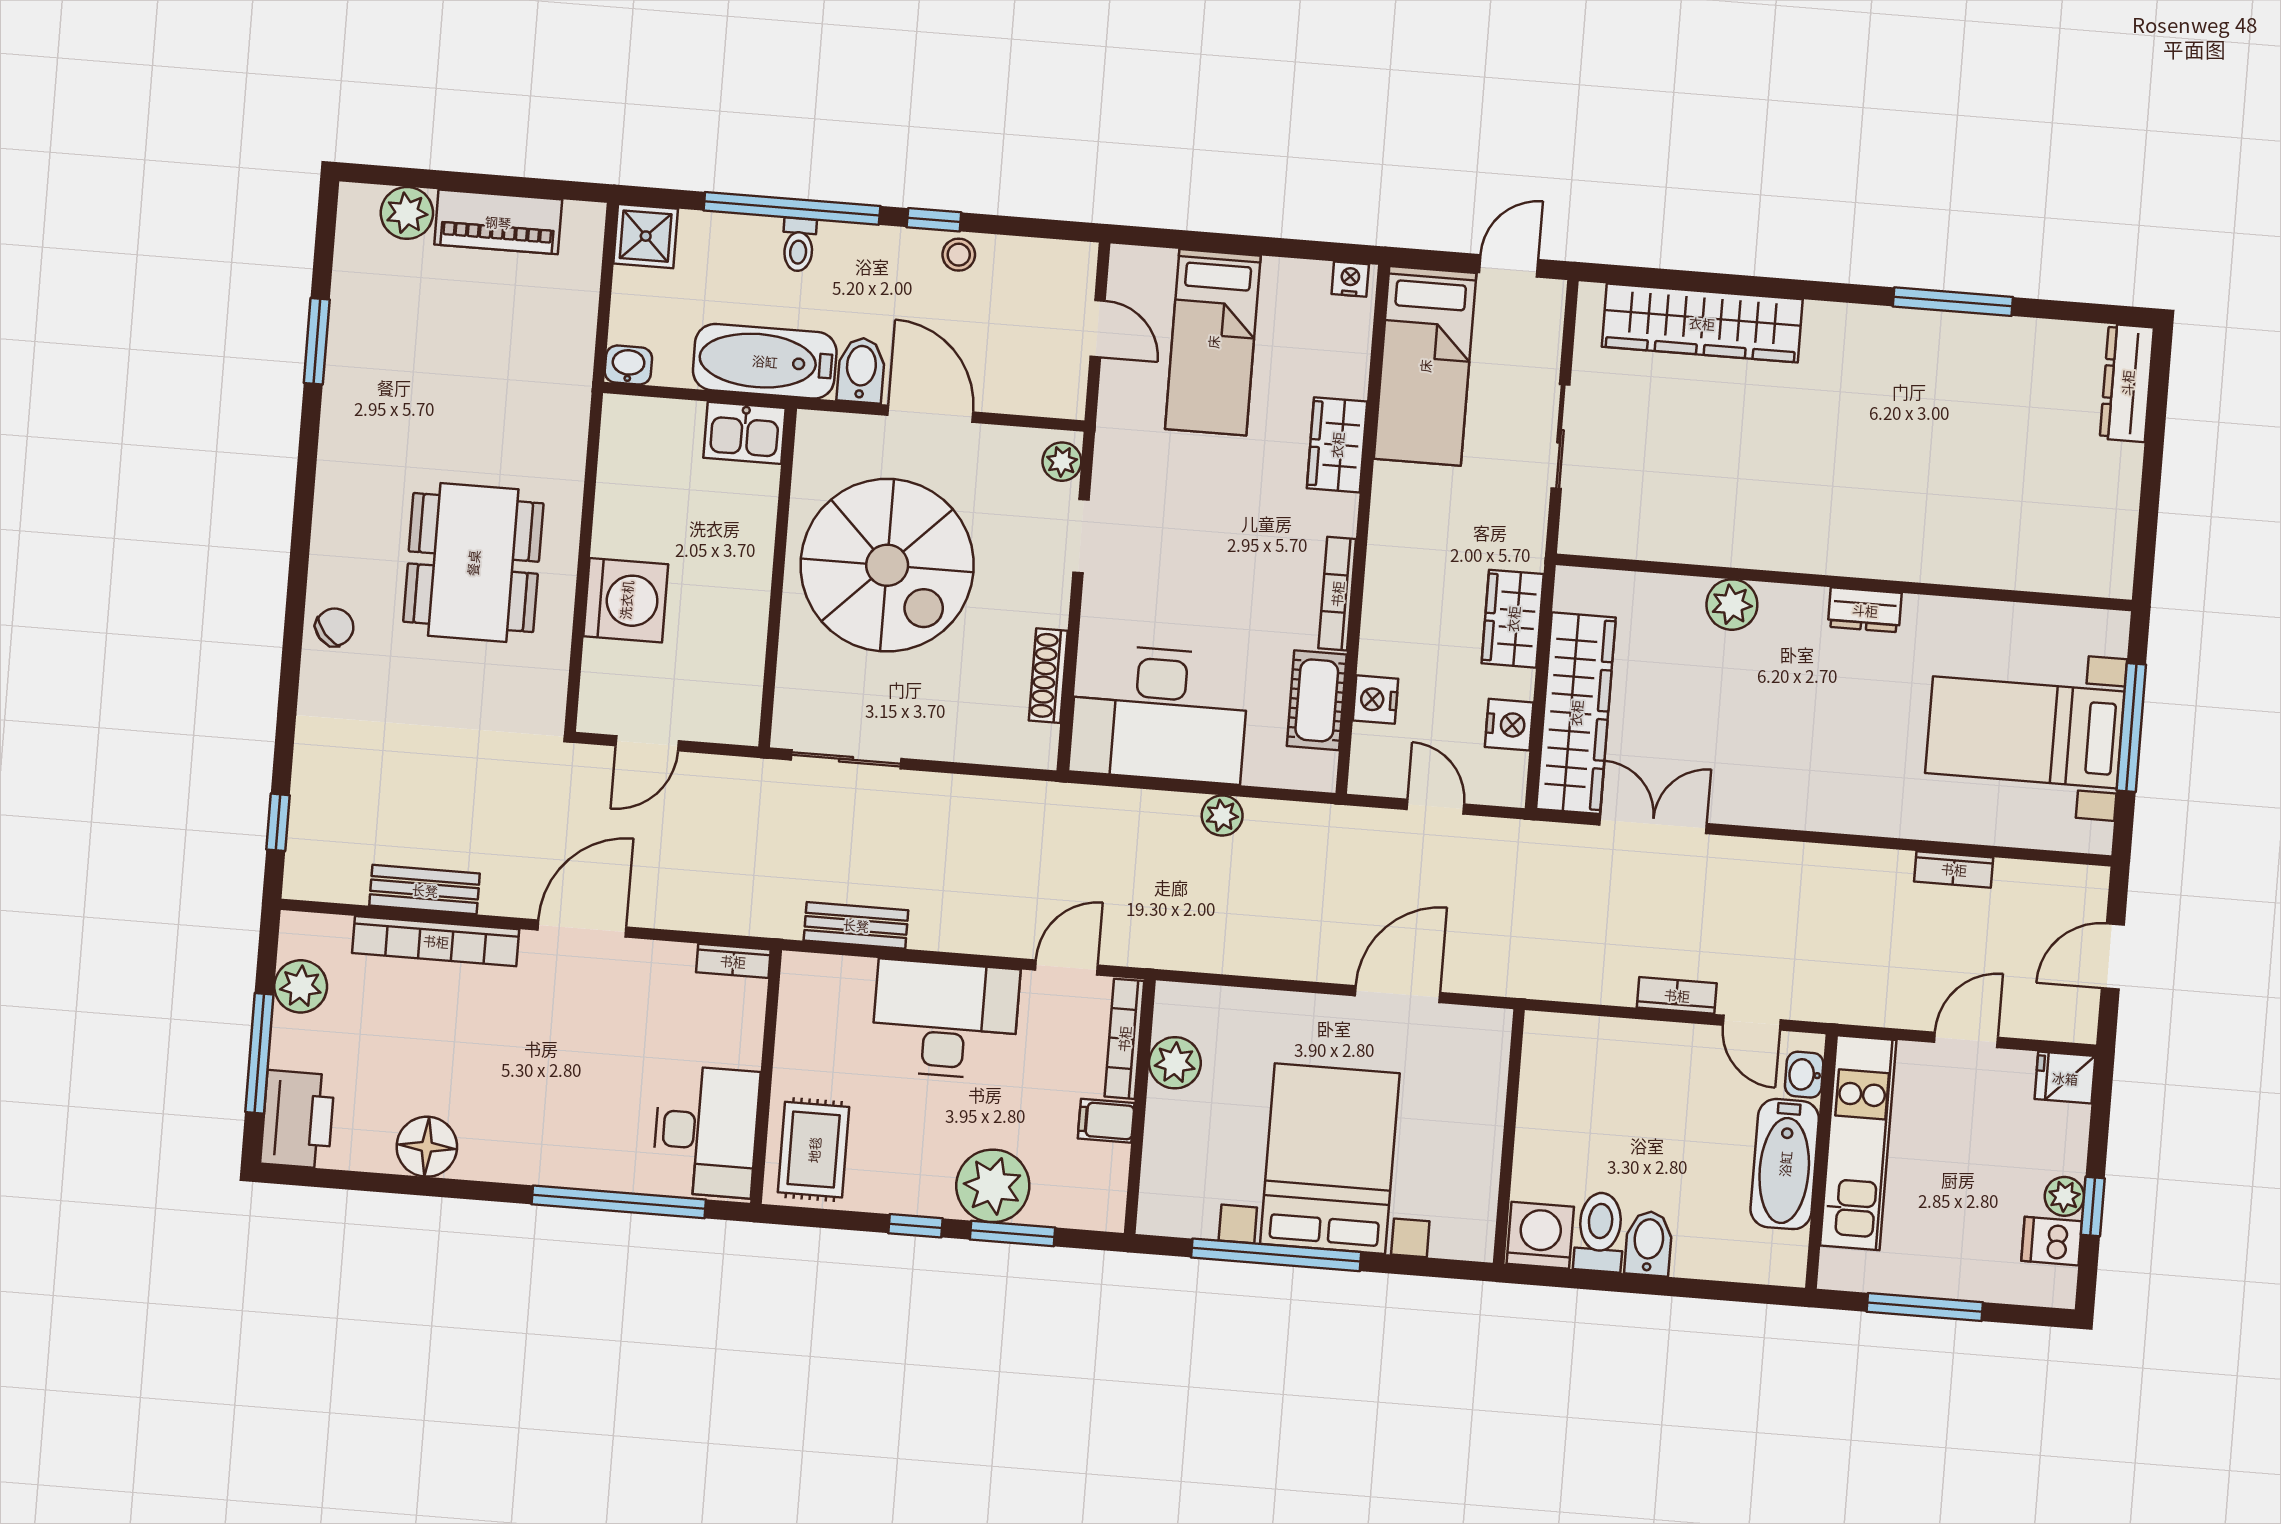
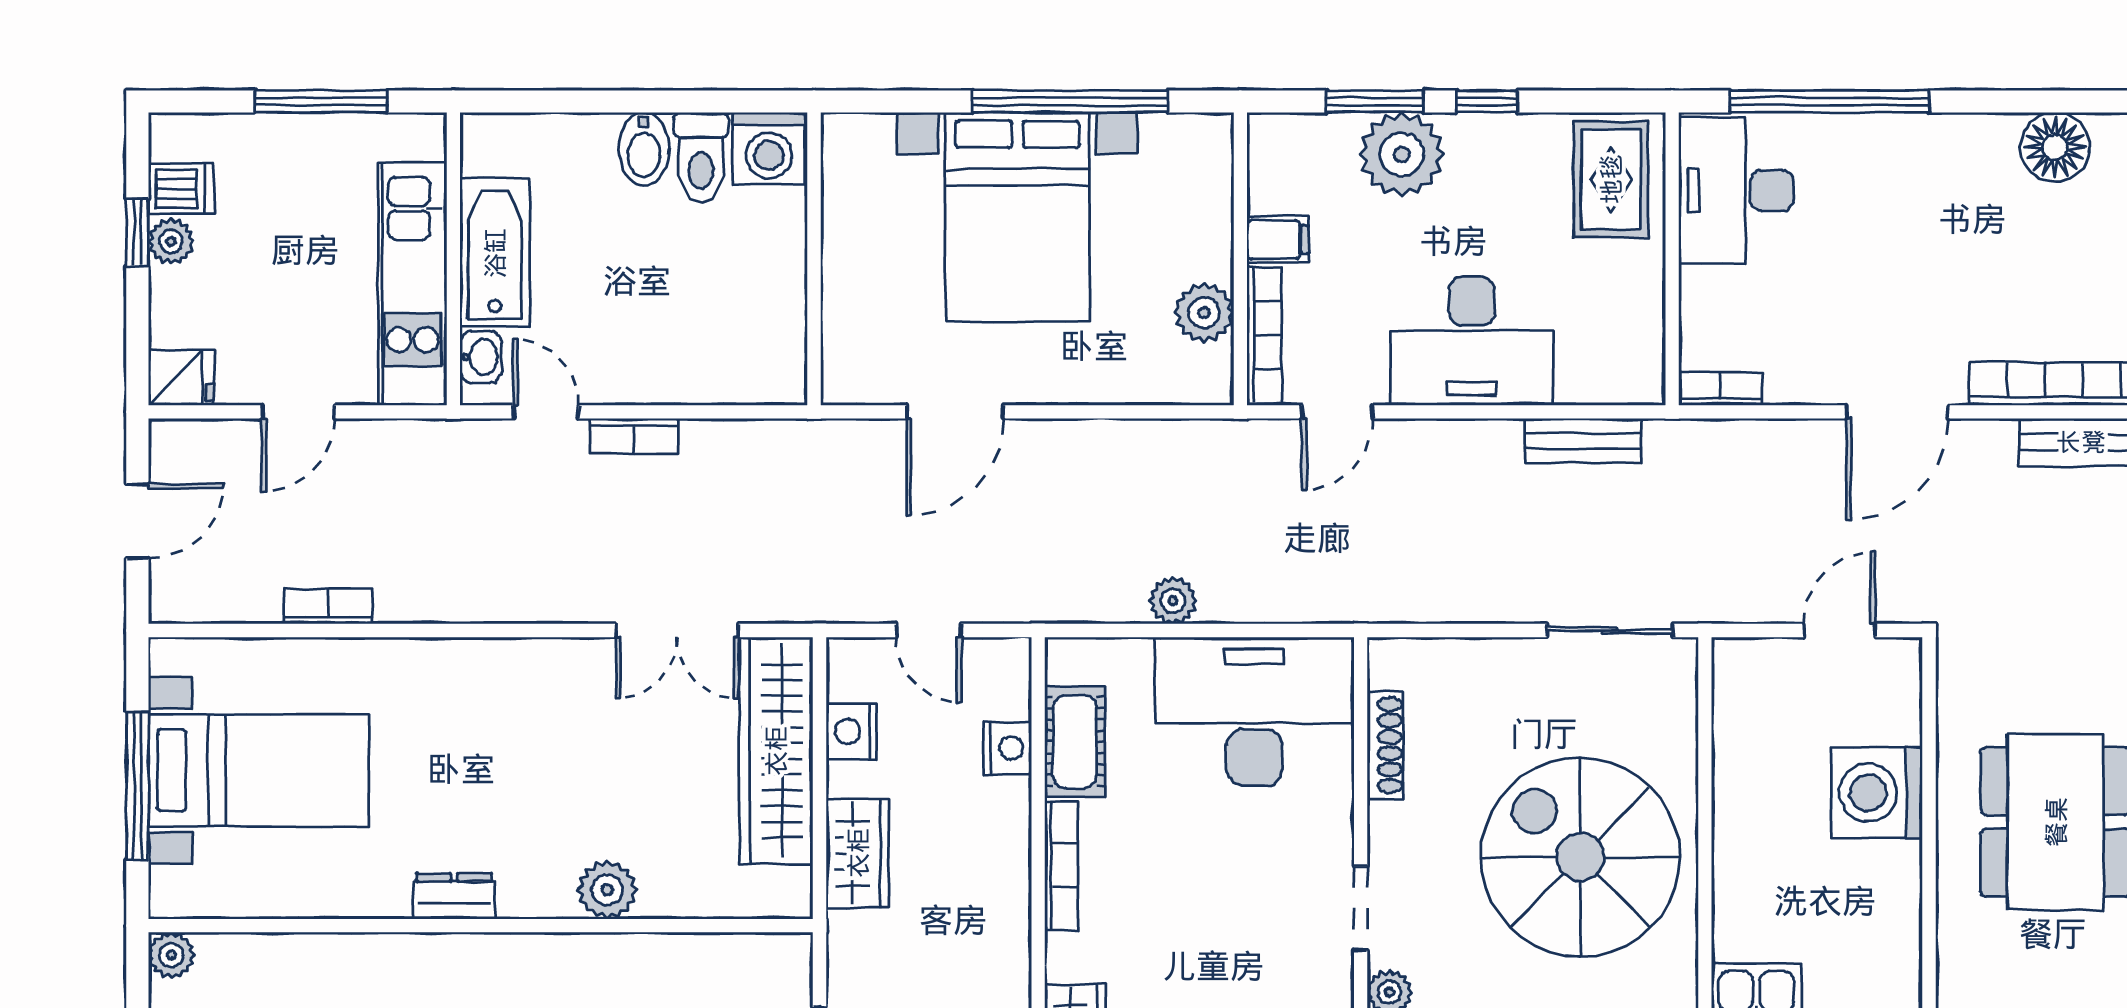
plant: (2114, 578) -> (171, 955), added

